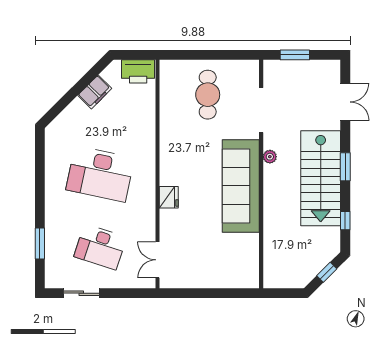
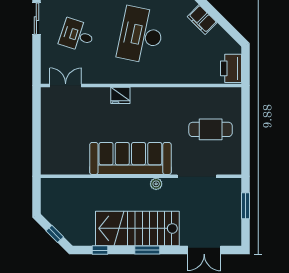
filing cabinet: (95, 92) -> (202, 20), moved
desk: (100, 247) -> (77, 35), width x0.73

